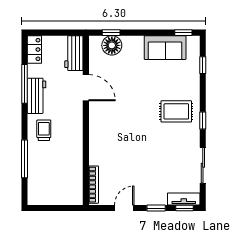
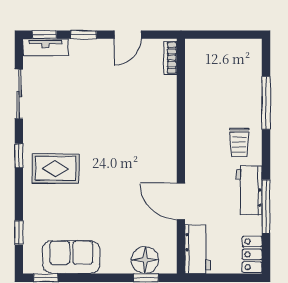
bookcase: (94, 185) -> (170, 58), width x0.64

